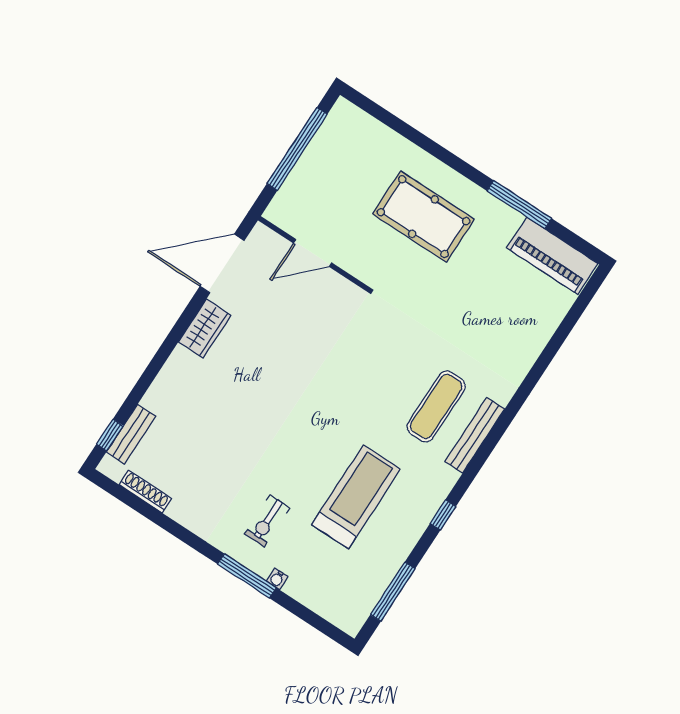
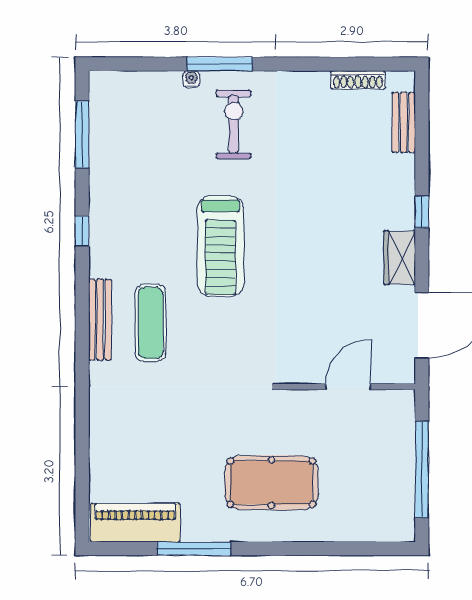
window: (110, 435) -> (422, 212), moved
treadmill: (356, 497) -> (220, 246), moved
exercise bike: (267, 521) -> (234, 124), width x1.38, depth x1.39

